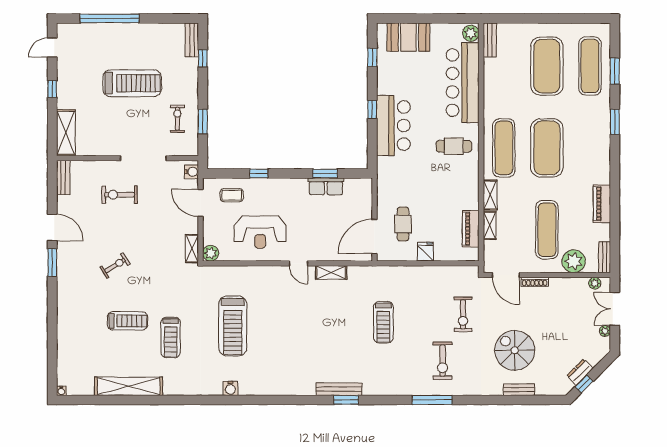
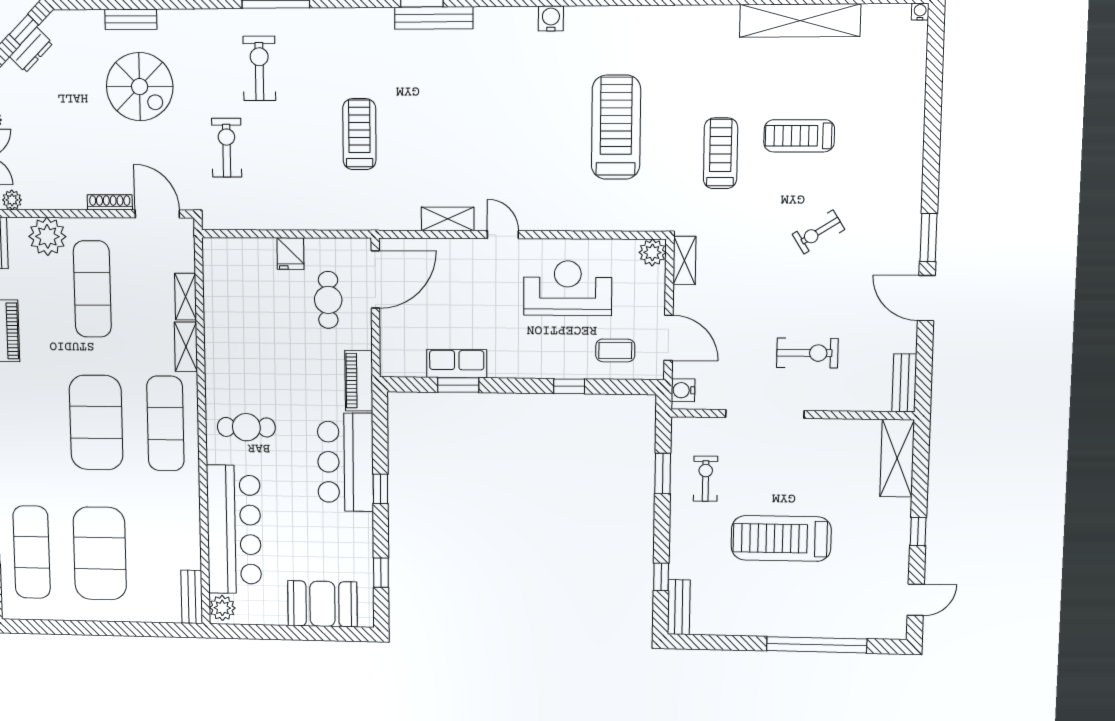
exercise bike: (177, 119) -> (706, 479), turned 180
piano: (471, 229) -> (359, 381), moved, turned 180
treadmill: (171, 338) -> (720, 153), moved
water cooler: (230, 388) -> (551, 18), moved

